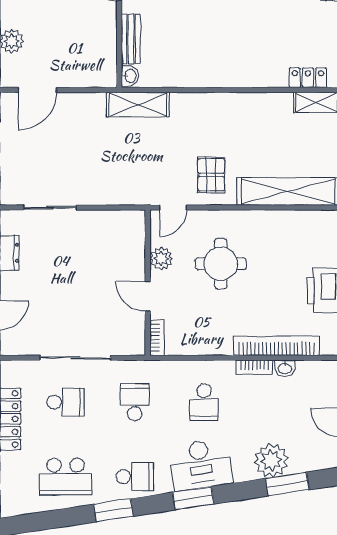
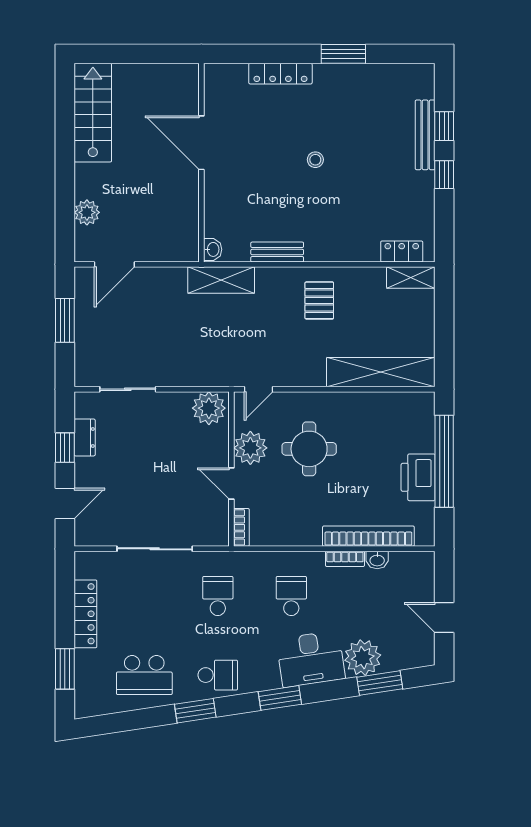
bench: (131, 39) -> (277, 252), moved, turned 90
pallet: (211, 175) -> (319, 300), moved
plant: (126, 225) -> (209, 408), added
plant: (161, 259) -> (250, 448), width x1.36, depth x1.36
school desk: (66, 402) -> (144, 596), removed
school desk: (204, 402) -> (291, 596), turned 180
desk: (201, 465) -> (311, 659), moved

